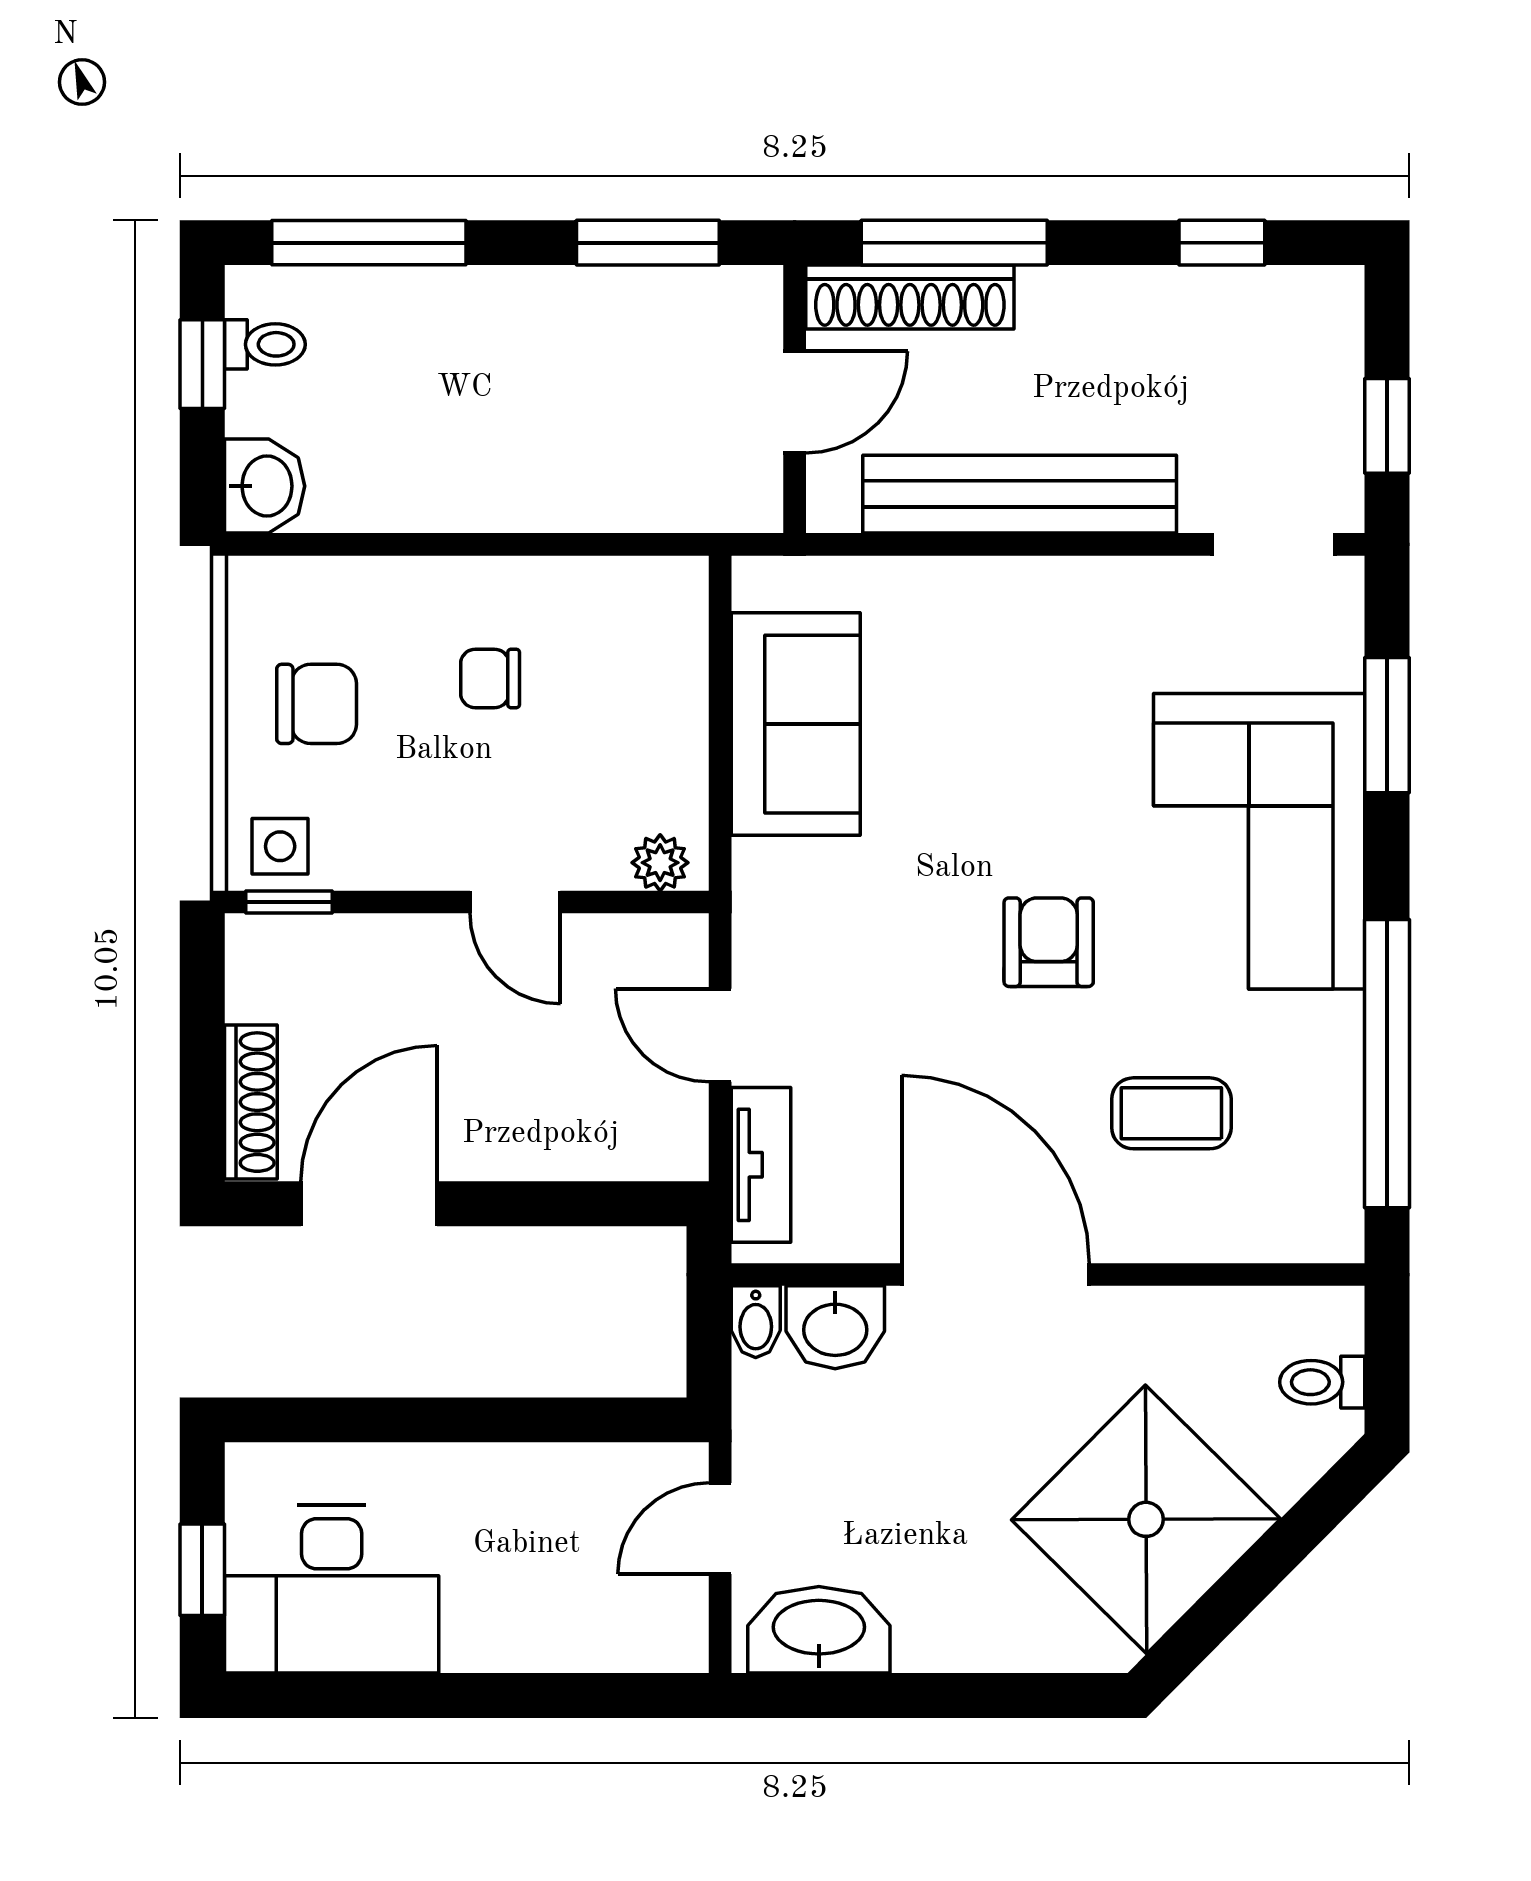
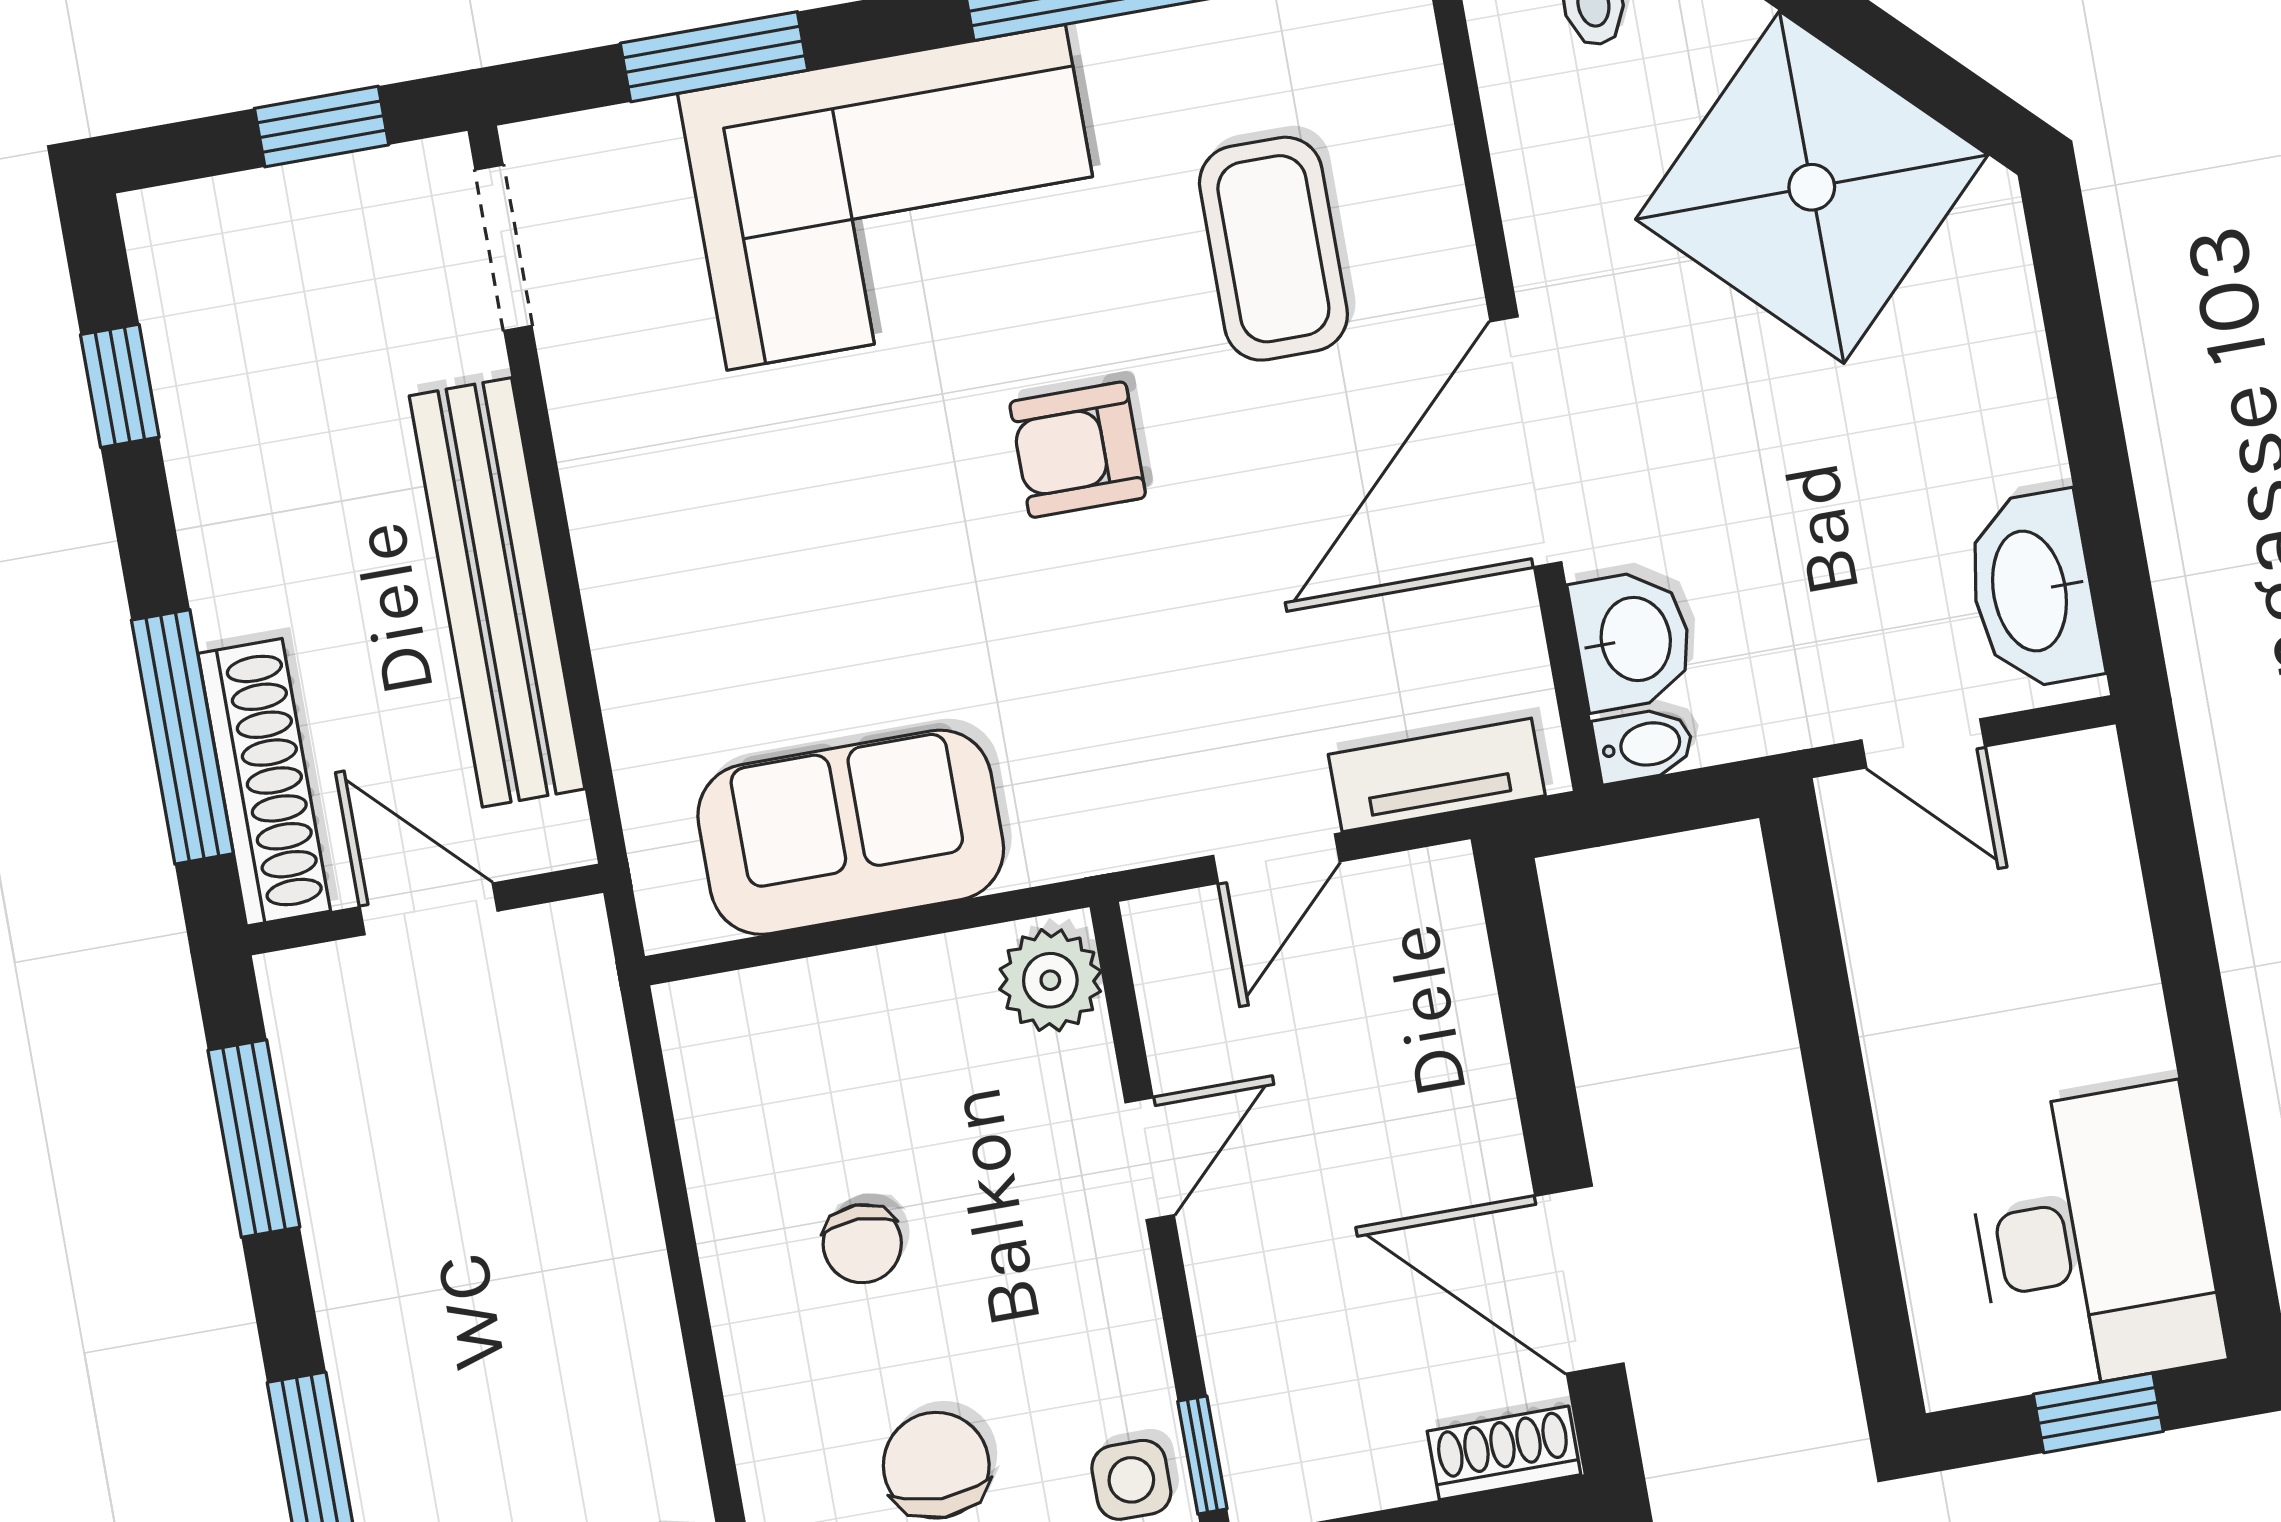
plant: (660, 863) -> (1050, 980), width x1.38, depth x1.38
shoe rack: (251, 1102) -> (1504, 1453), width x0.70
coffee table: (1171, 1113) -> (1273, 249), width x1.36, depth x1.30

